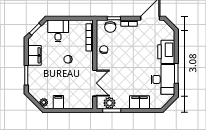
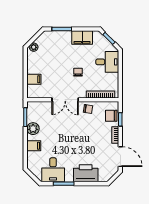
desk: (163, 79) -> (53, 170), width x0.73
double door: (95, 83) -> (65, 100), moved
filing cabinet: (58, 102) -> (34, 79), moved
filing cabinet: (140, 102) -> (34, 146), width x0.50
plant: (109, 103) -> (33, 129), moved

